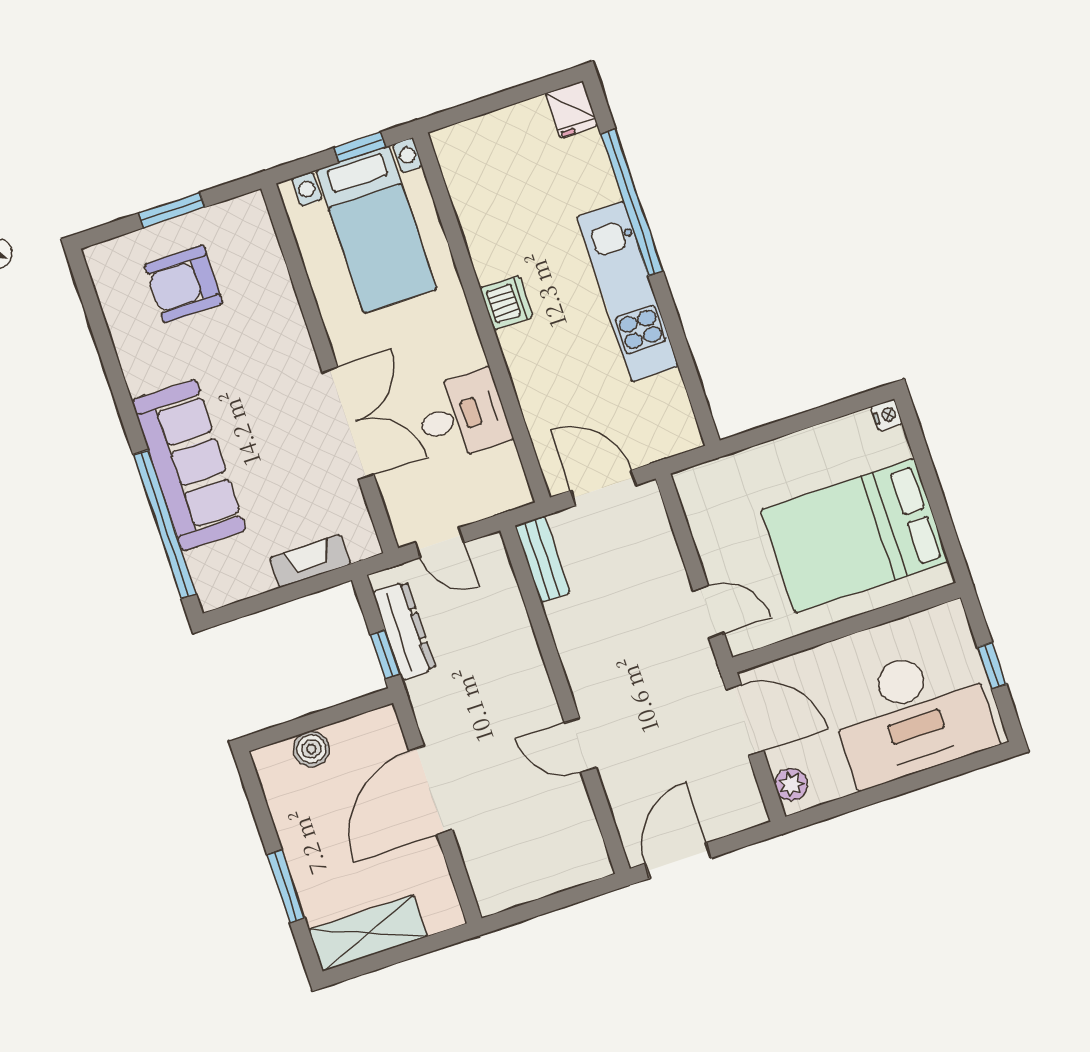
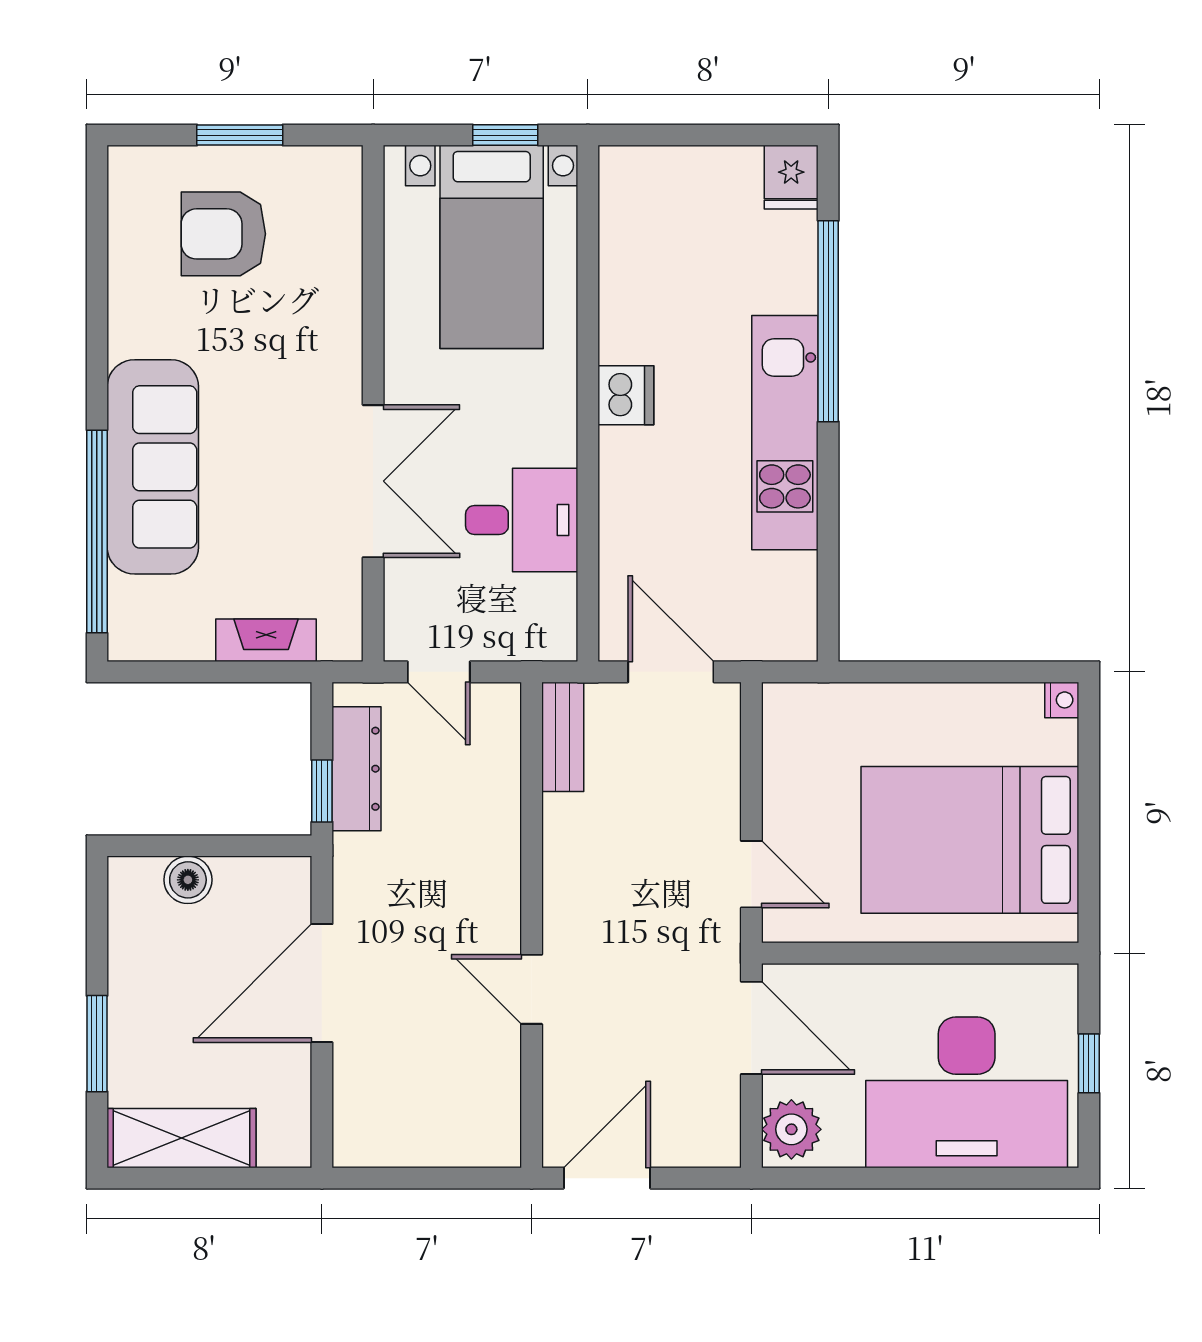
plant: (791, 784) -> (791, 1129), width x1.38, depth x1.38

